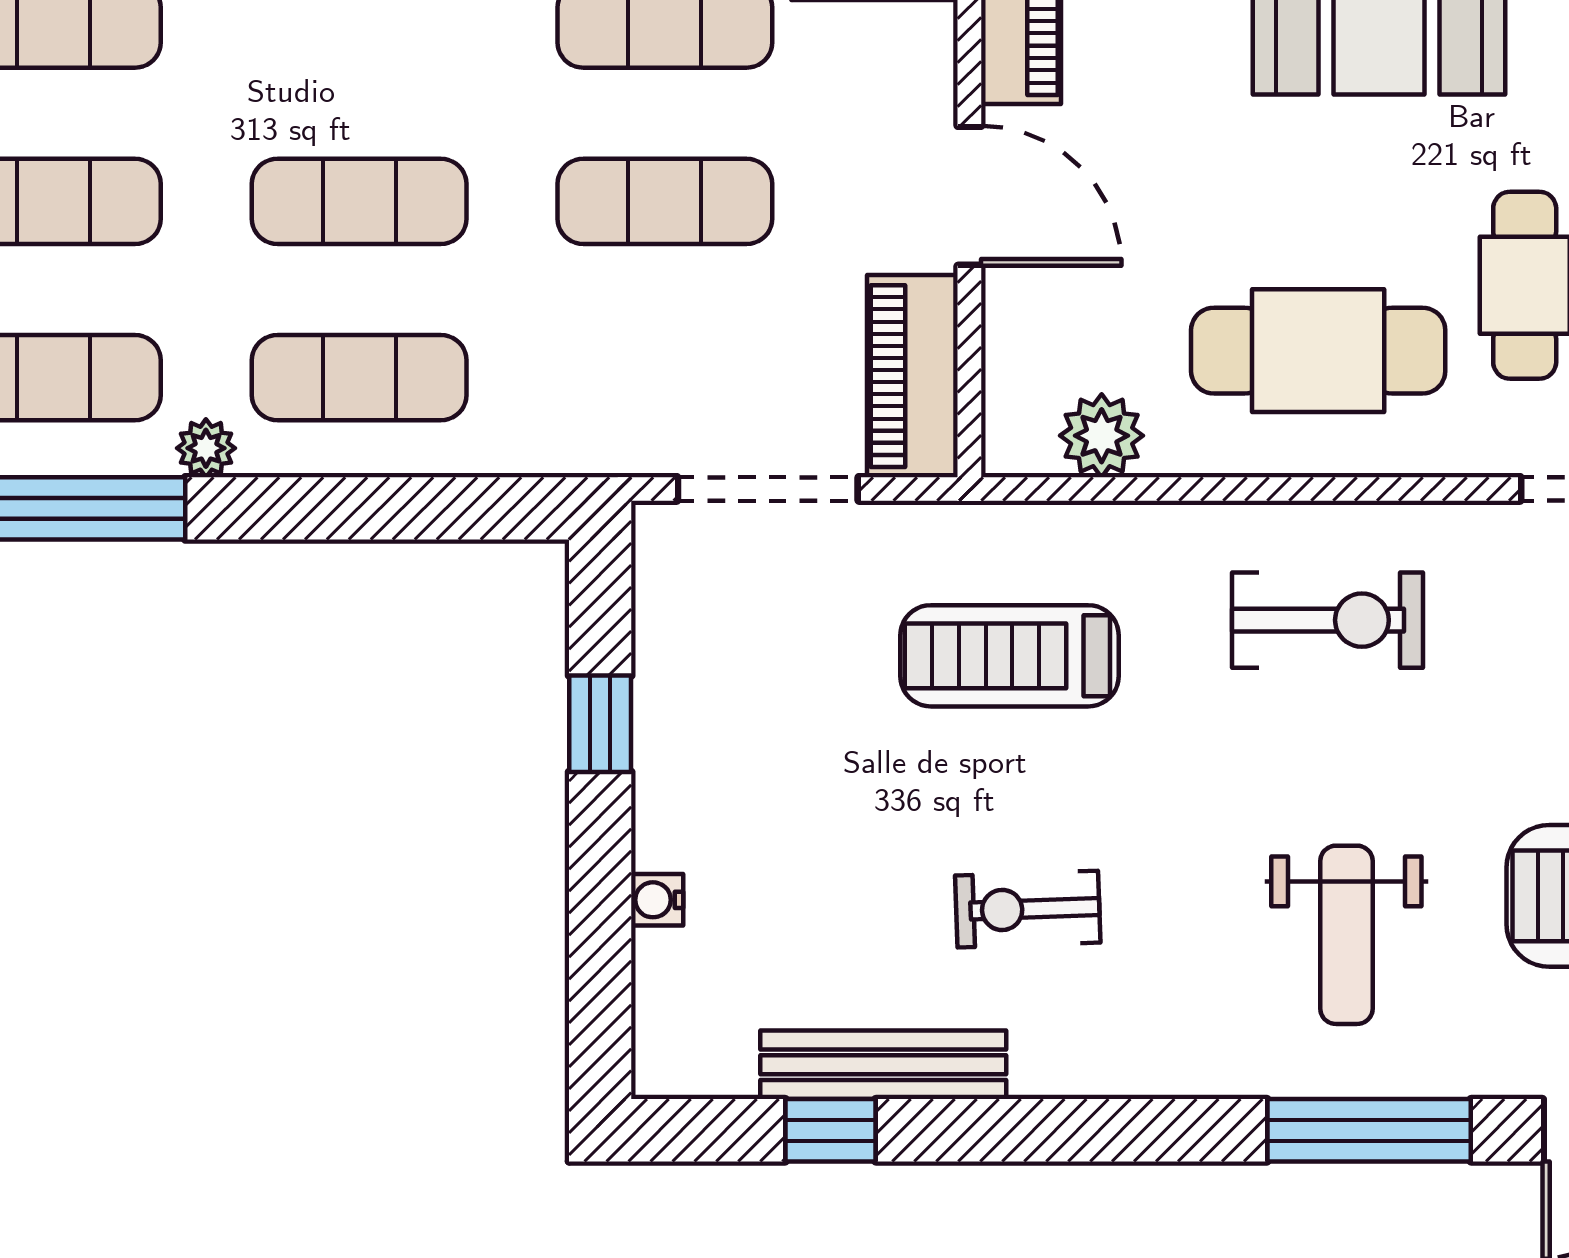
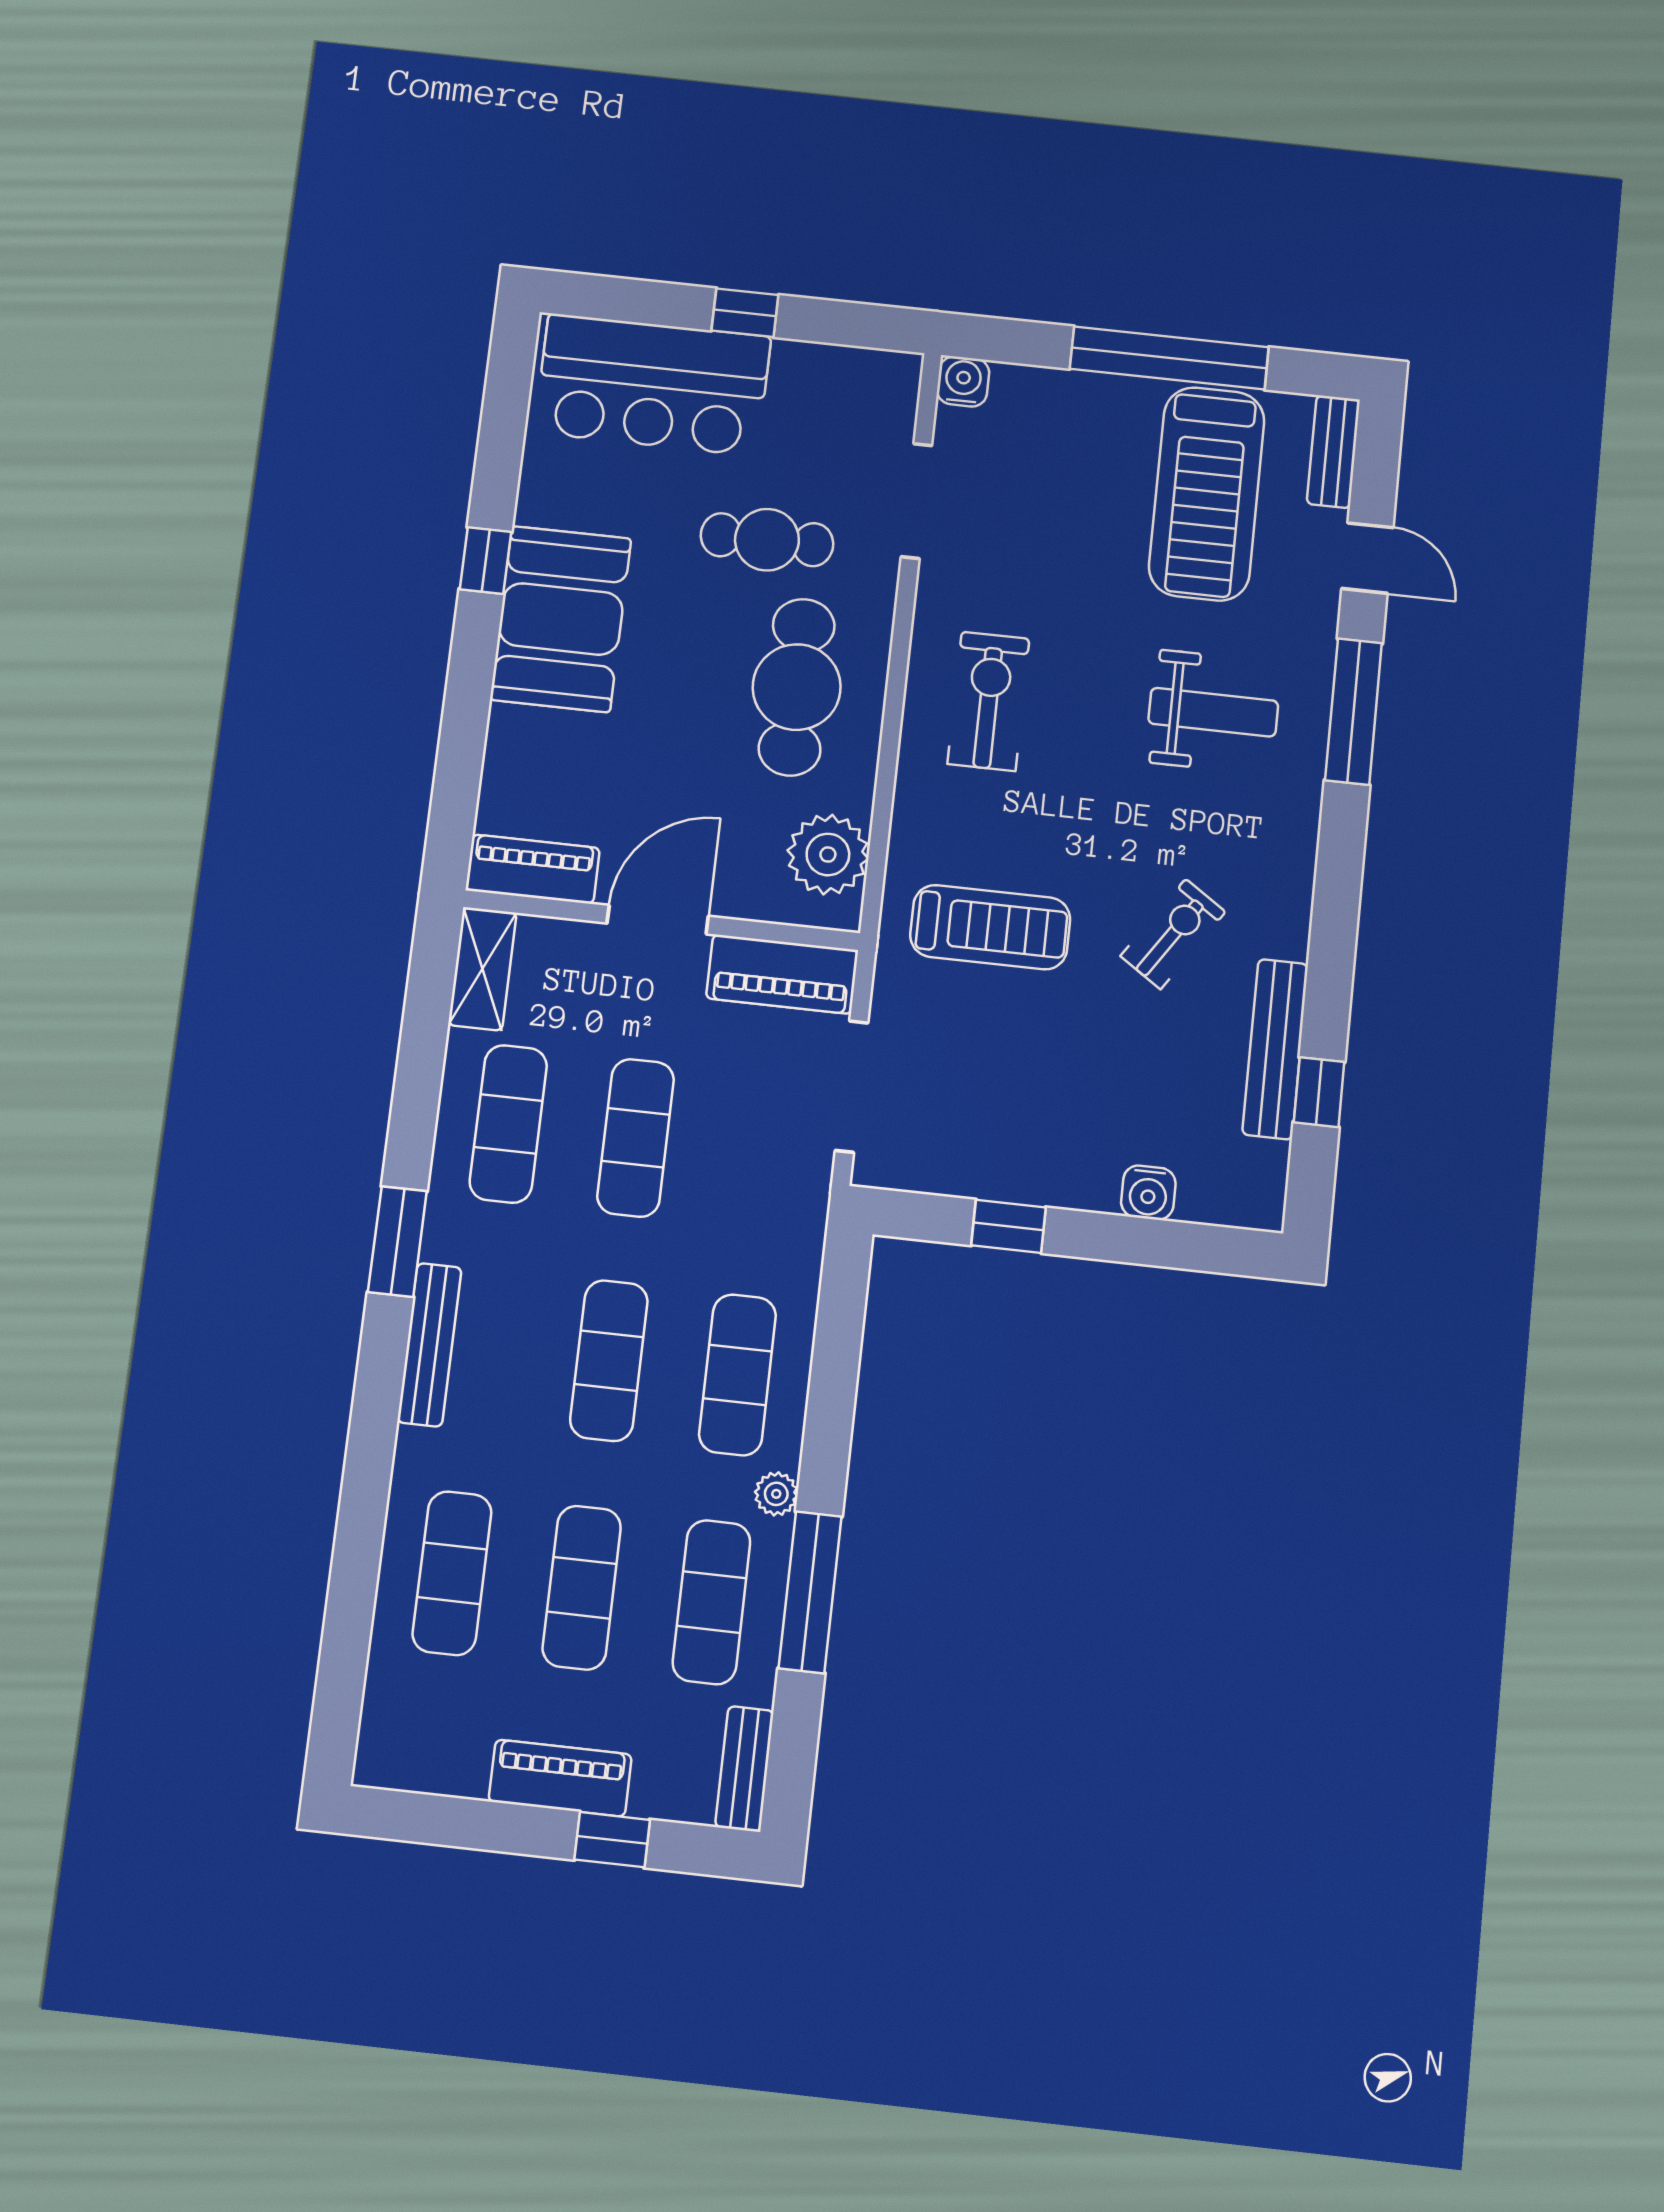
plant: (1102, 436) -> (828, 855), width x1.36, depth x1.36
treadmill: (1010, 656) -> (990, 927), turned -90
water cooler: (657, 900) -> (1148, 1193), width x1.38, depth x1.38
exercise bike: (1028, 909) -> (1173, 934), turned -144

